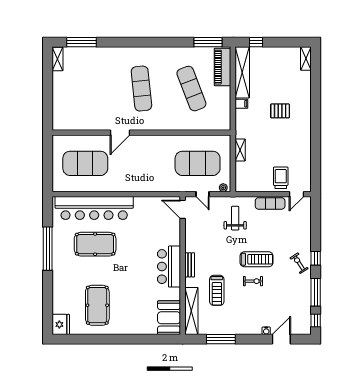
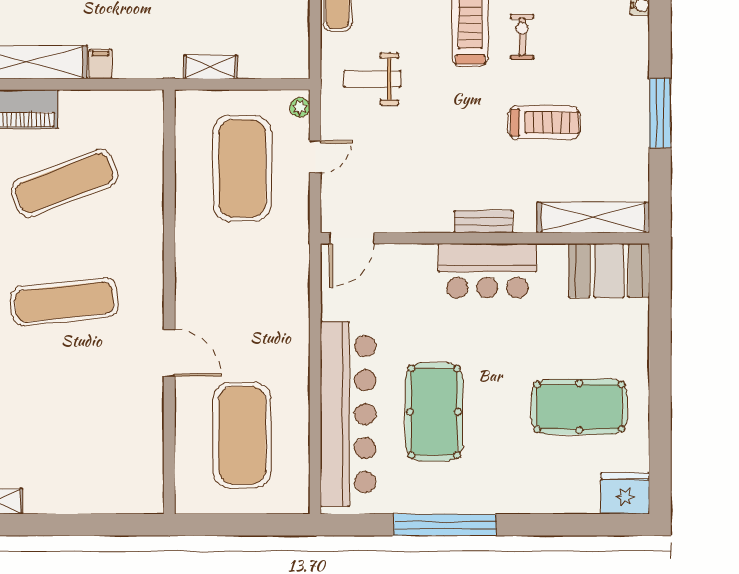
door: (183, 209) -> (352, 238), moved
bench: (190, 265) -> (483, 222), moved
wall: (183, 266) -> (485, 238), moved
bar counter: (169, 267) -> (487, 271), moved
shelving: (191, 311) -> (593, 217), moved
booth: (169, 318) -> (609, 271), moved

